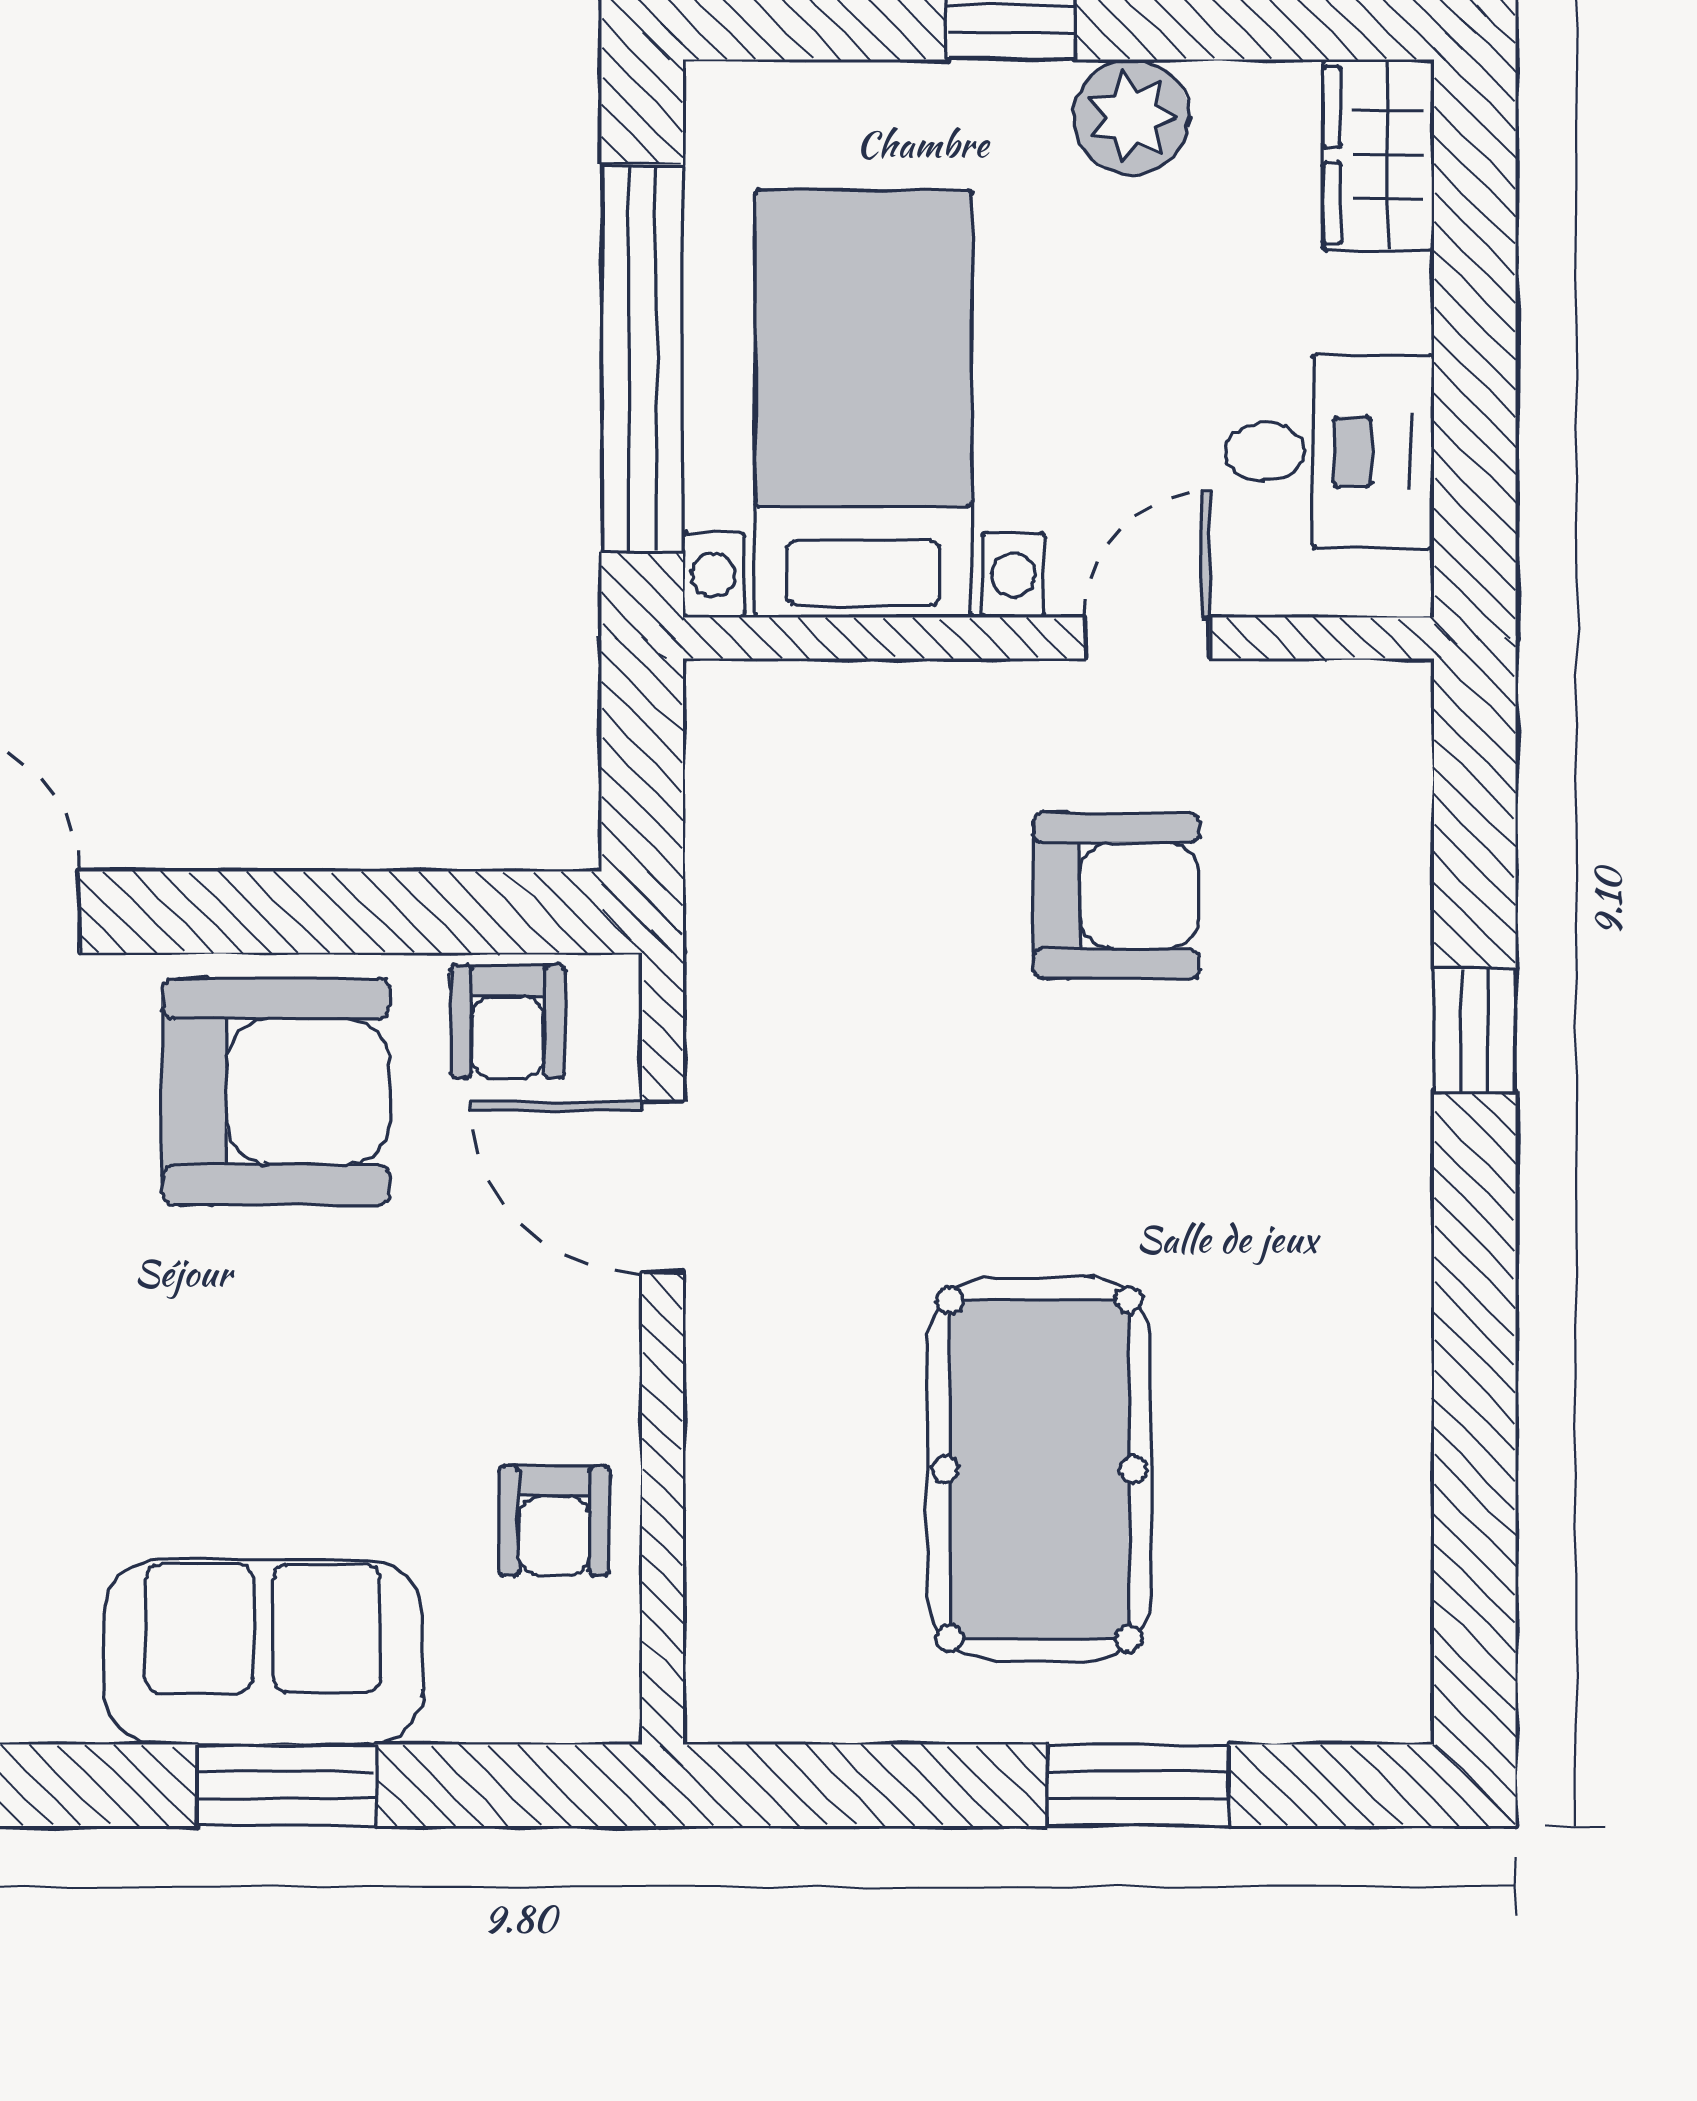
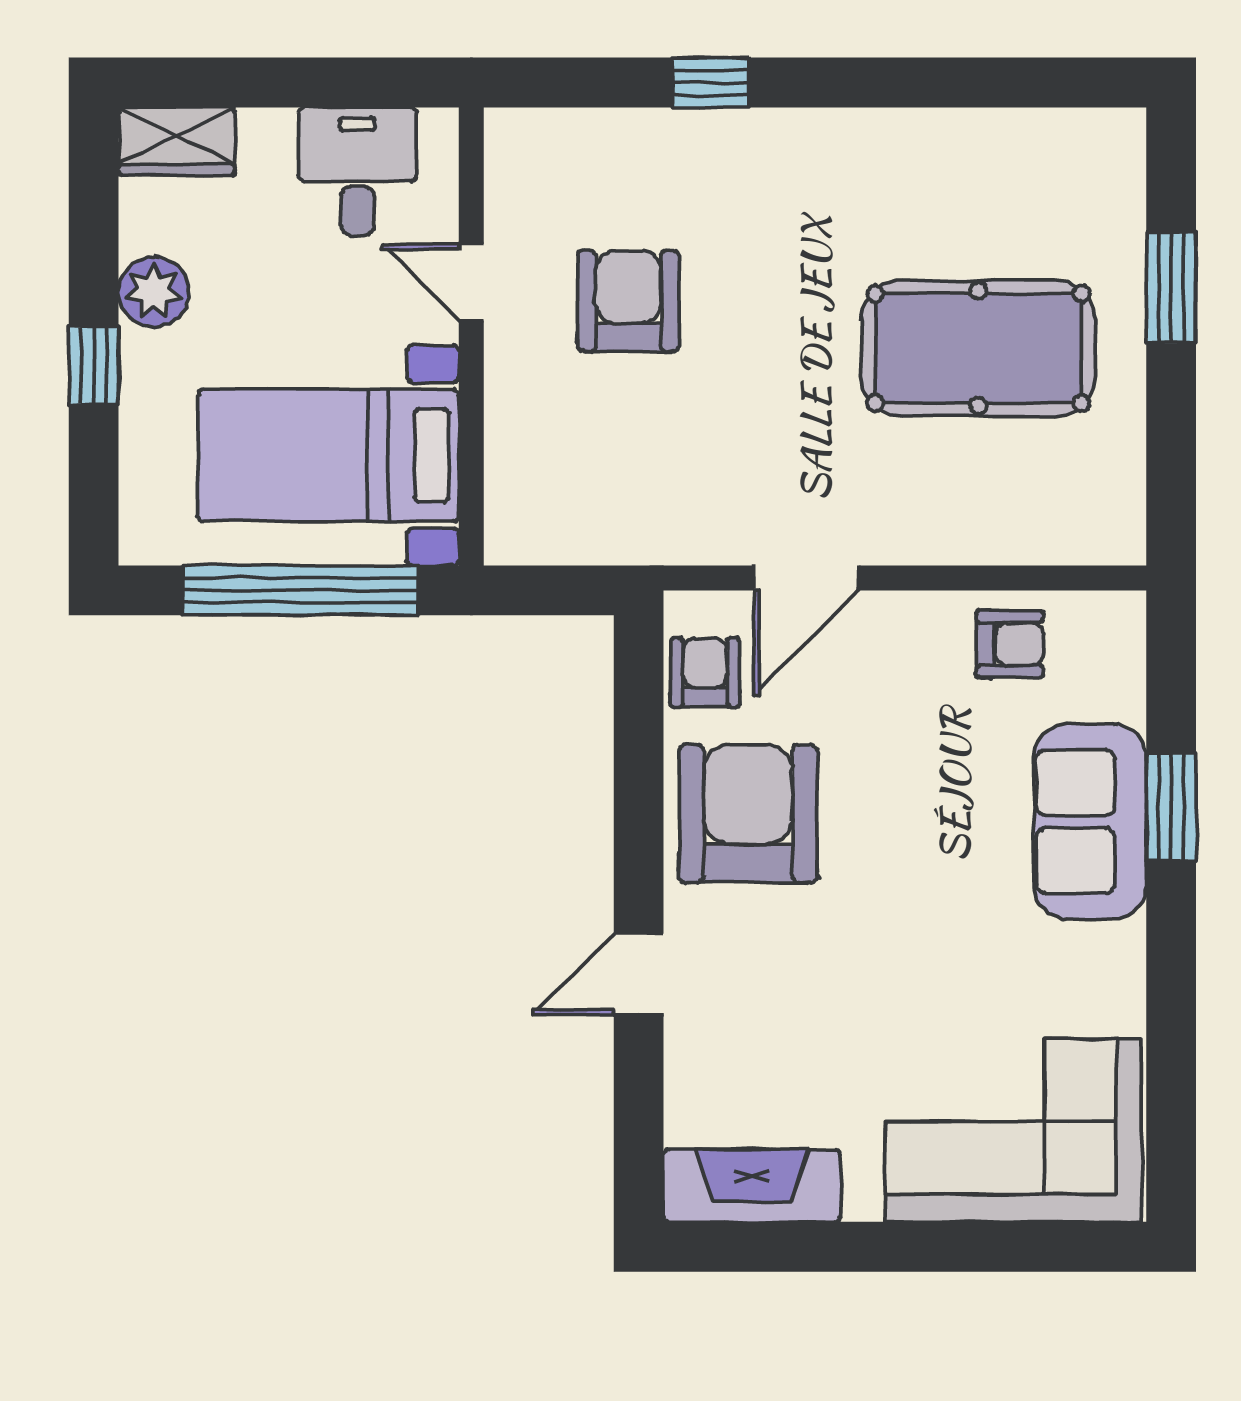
armchair: (508, 1021) -> (705, 672), turned -90

